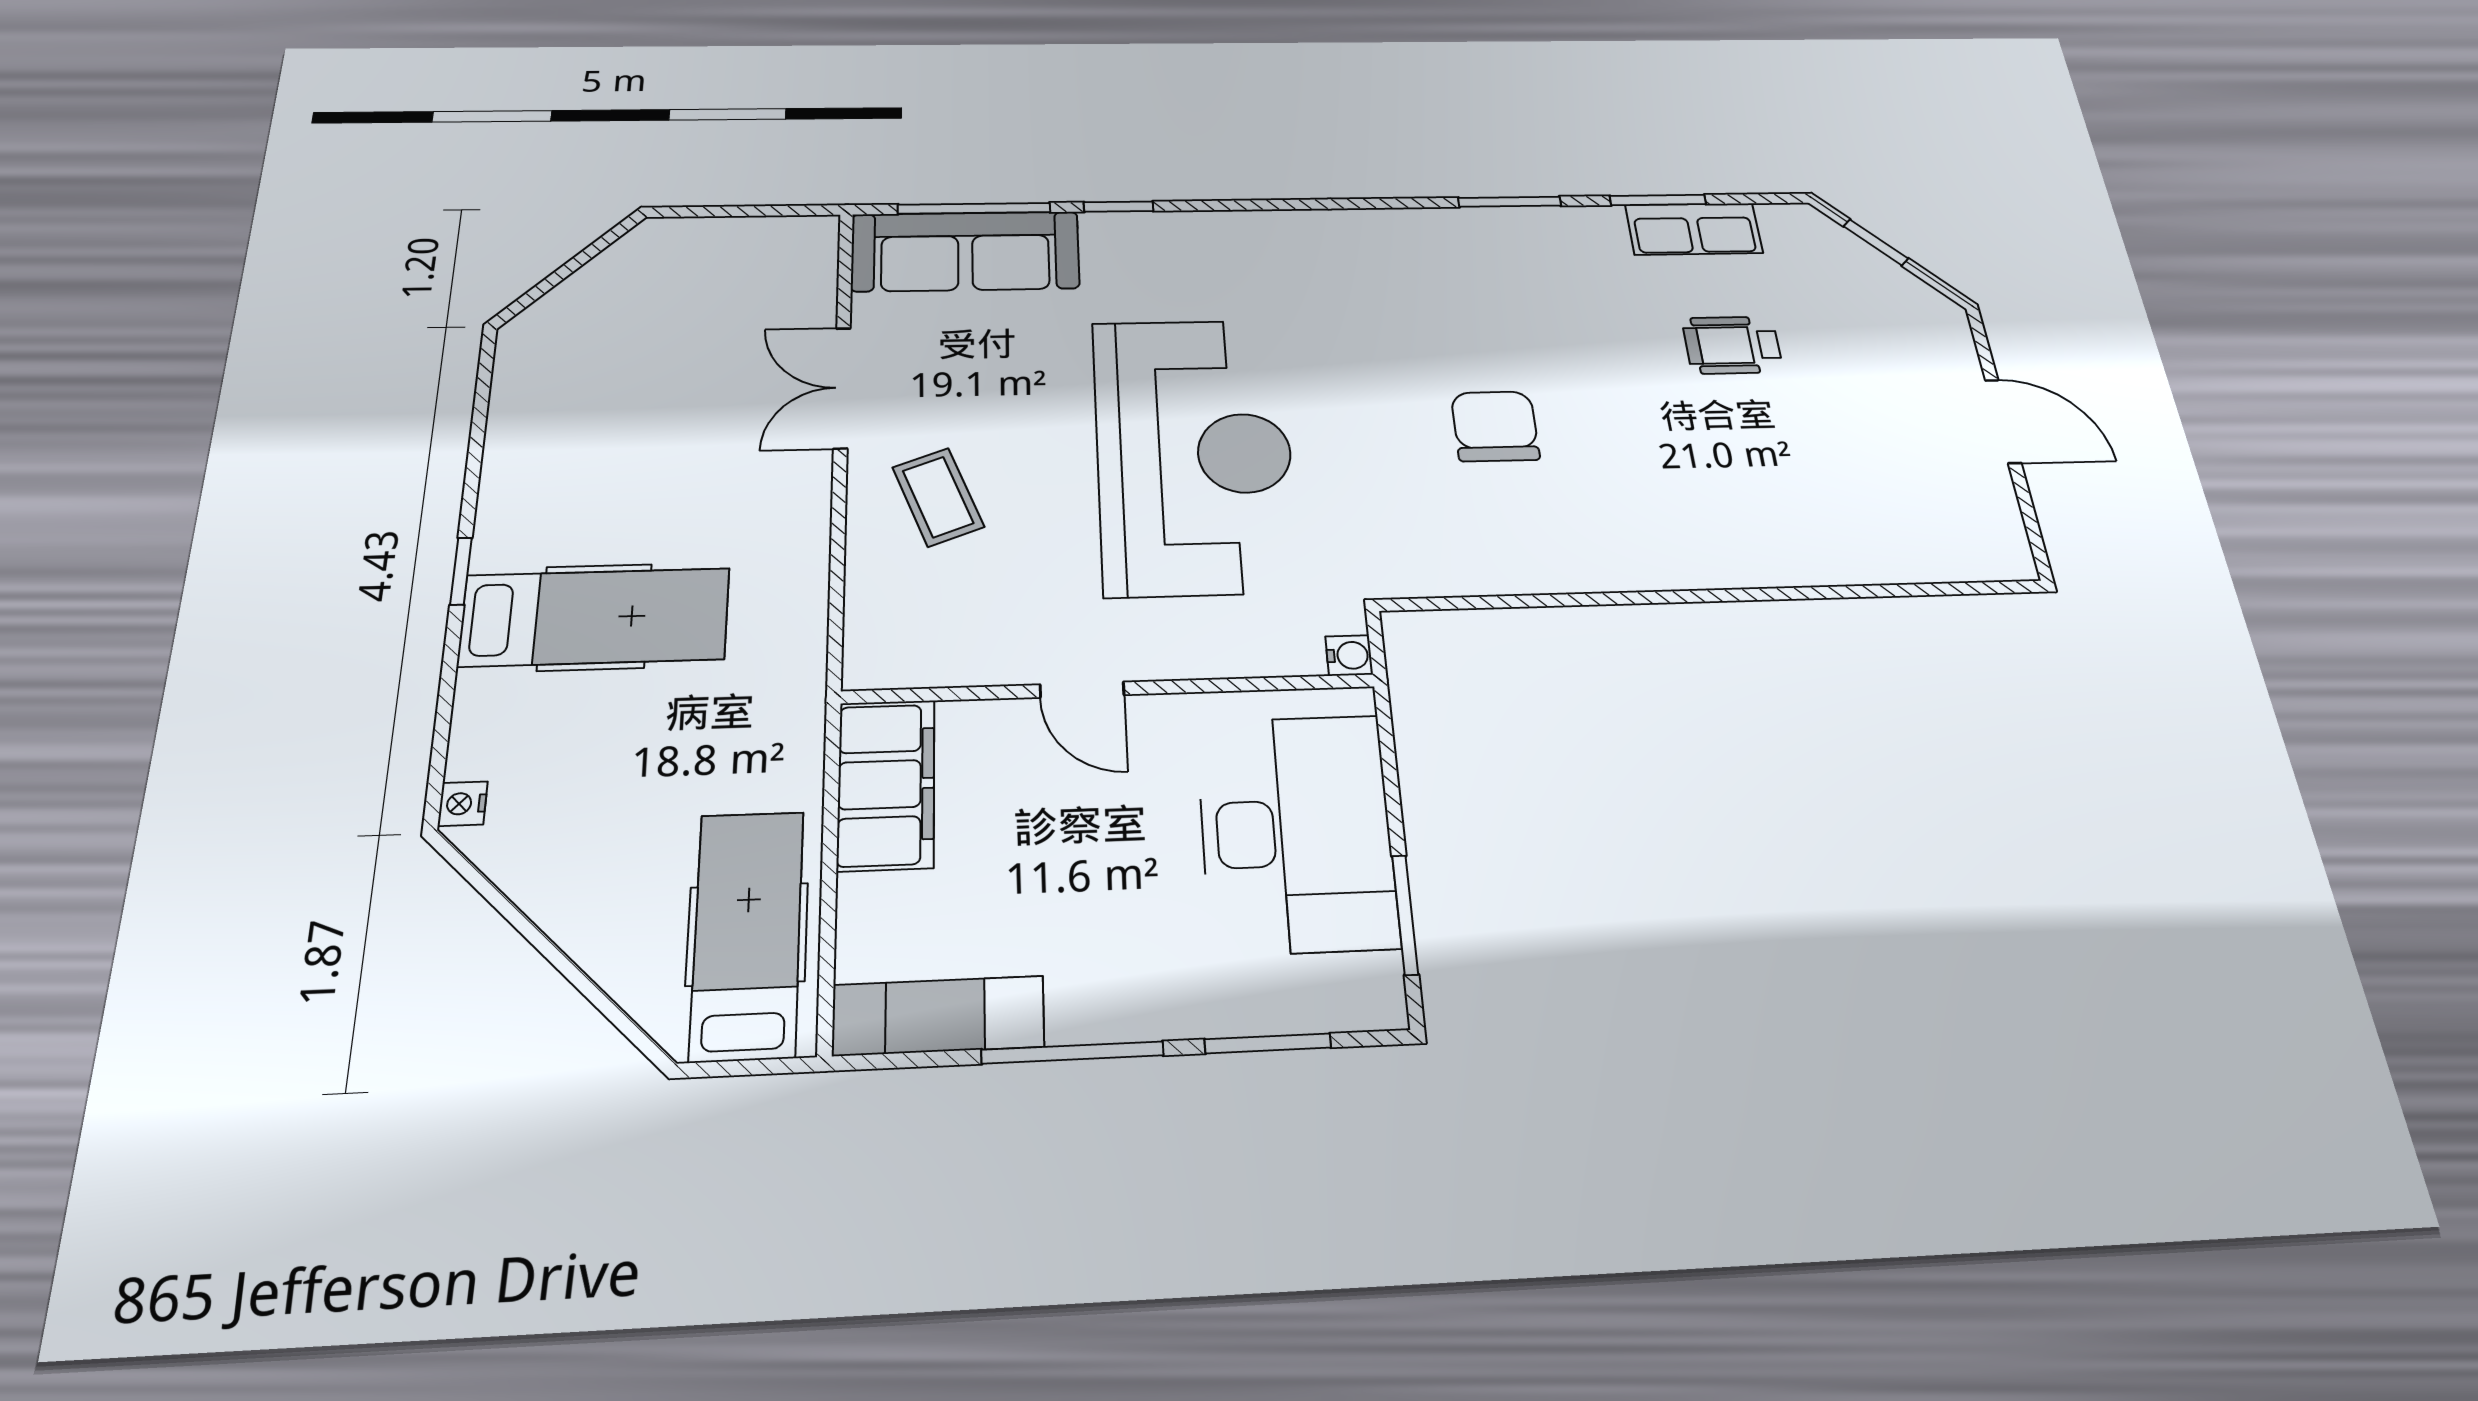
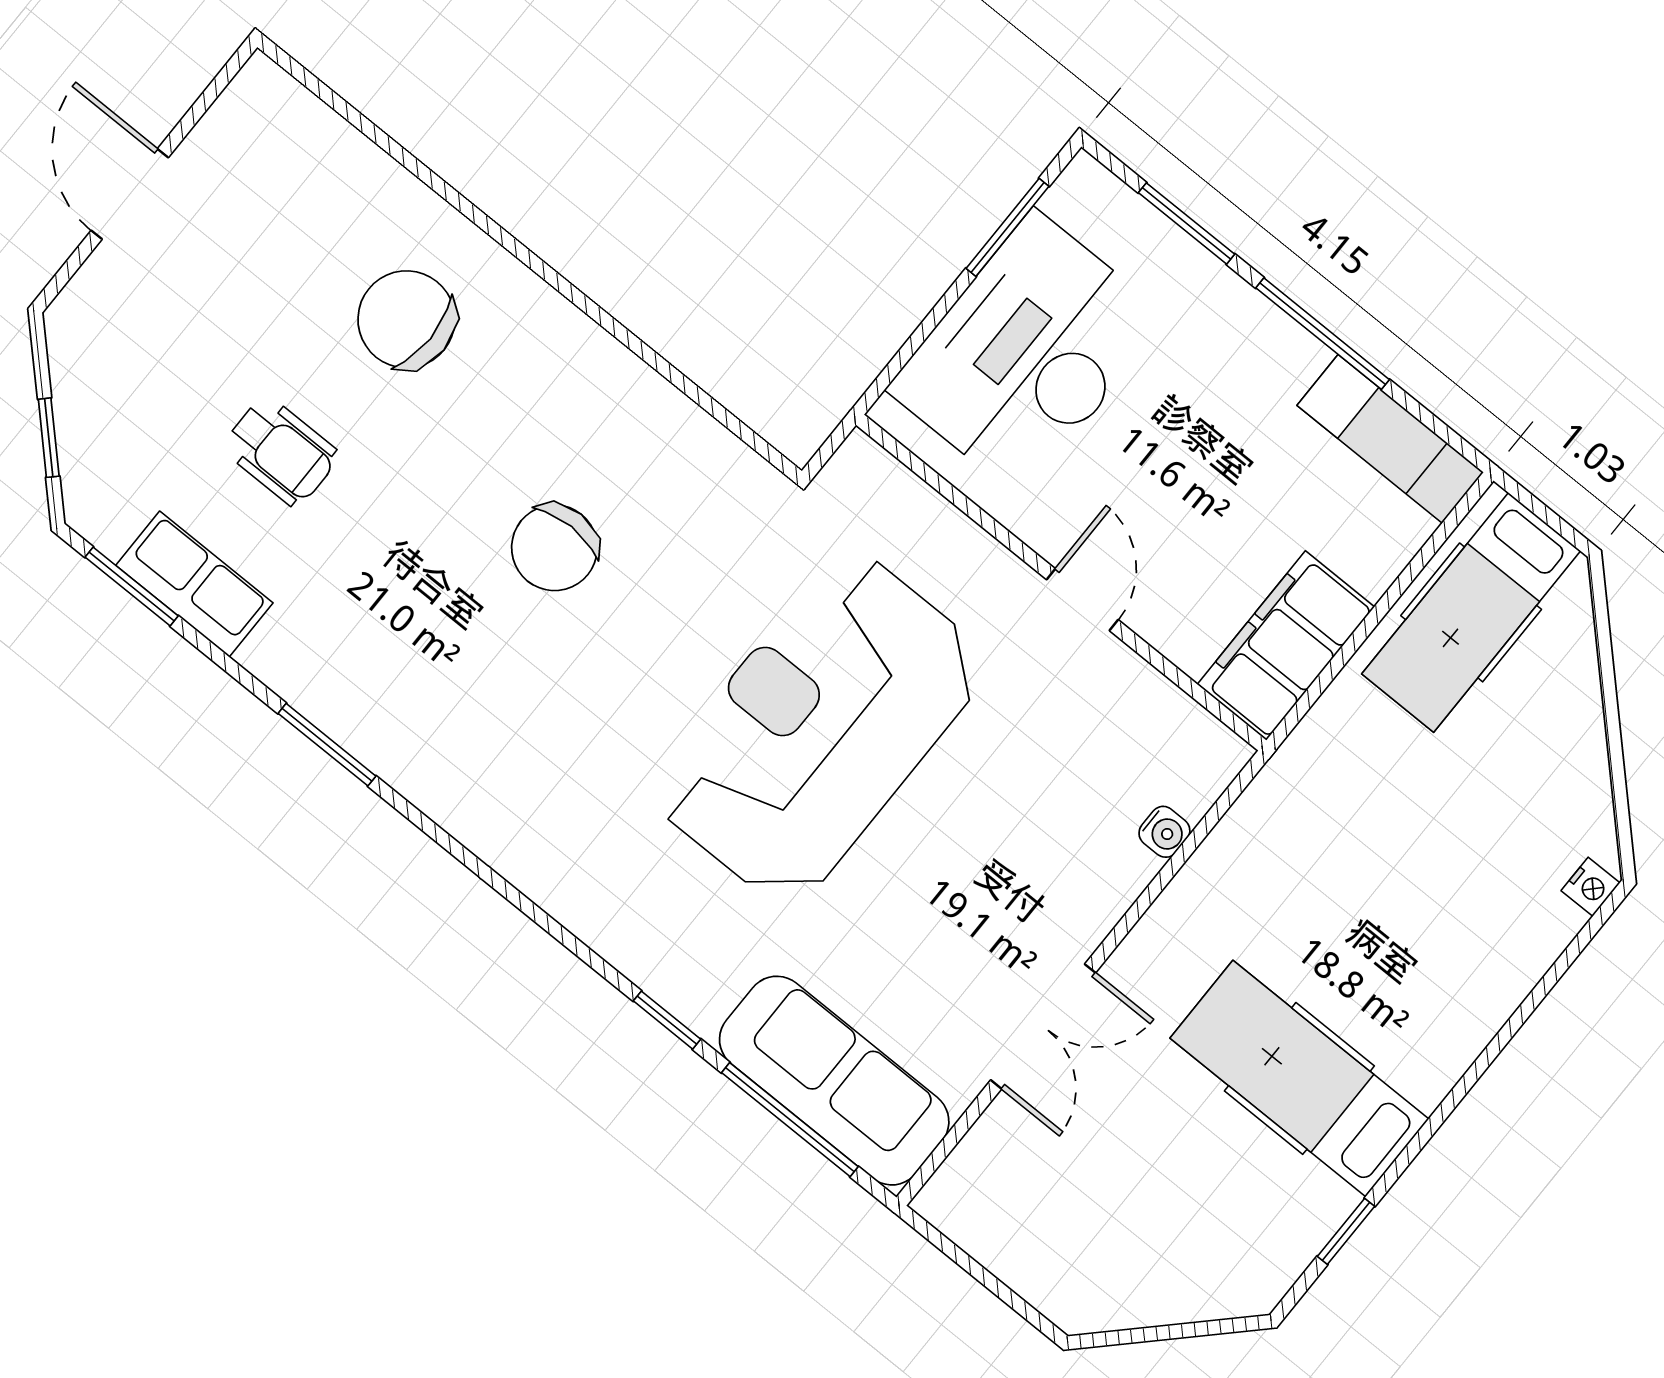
window: (1658, 200) -> (132, 587), moved
chair: (1749, 489) -> (406, 319), added
coffee table: (938, 497) -> (1051, 859), removed
window: (461, 571) -> (1346, 1231), moved
hospital bed: (595, 617) -> (1299, 1078), moved
water cooler: (1349, 655) -> (1164, 832), moved, turned 180

